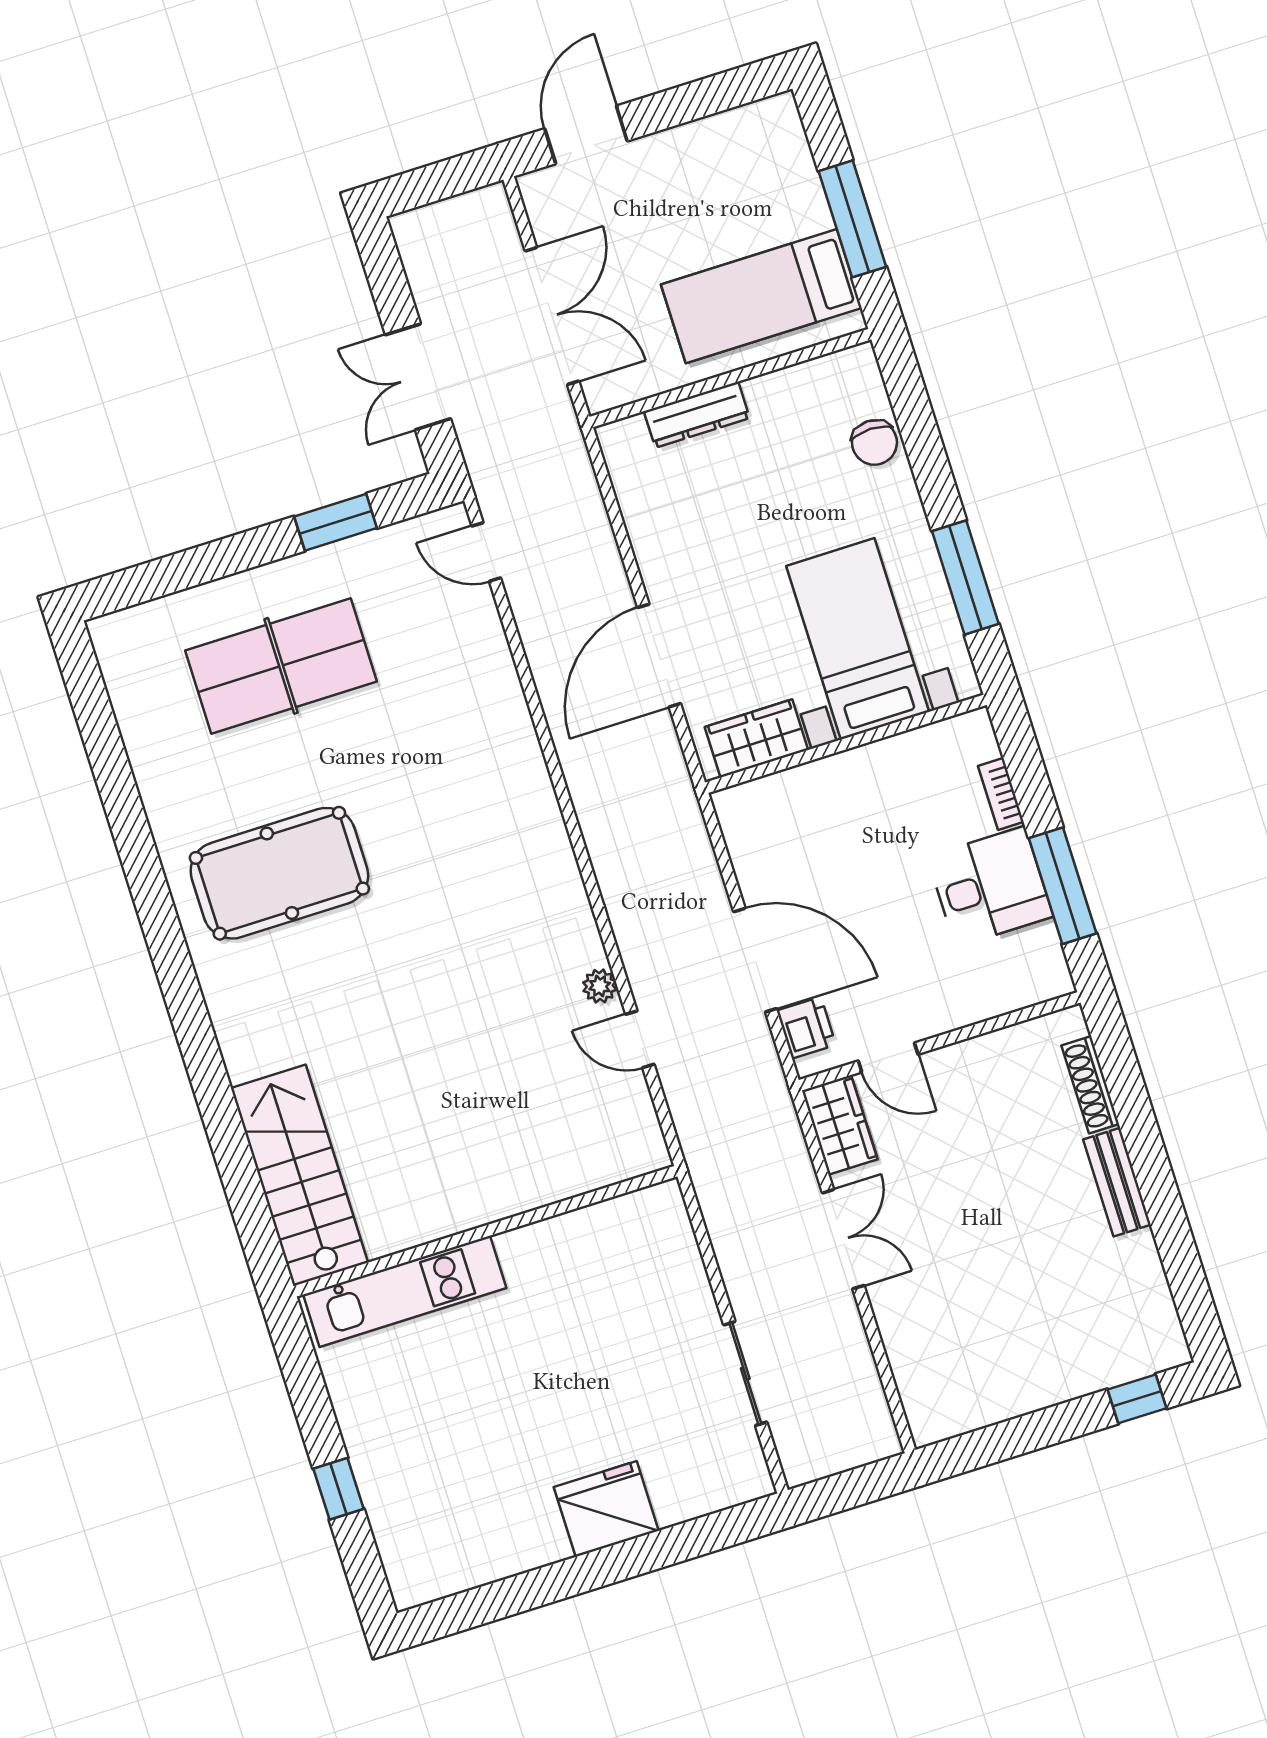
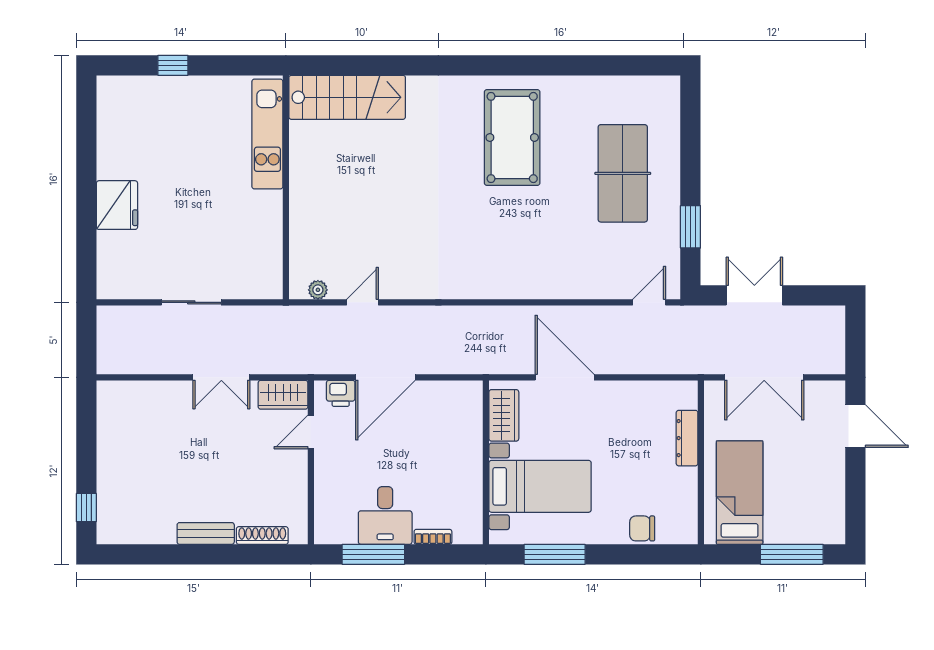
window: (852, 219) -> (792, 554), moved
plant: (600, 986) -> (318, 290), moved
sliding door: (745, 1373) -> (191, 302), moved

